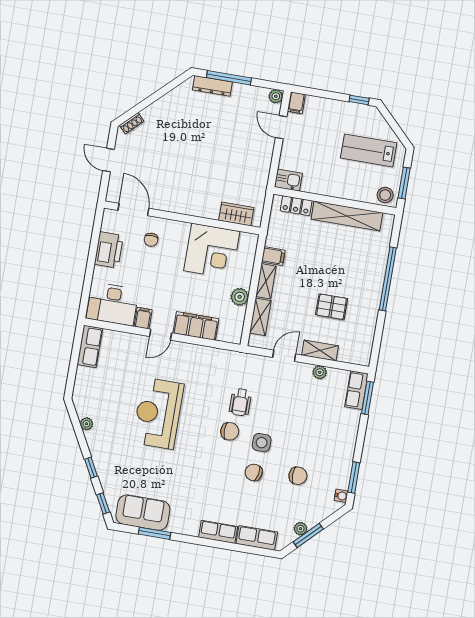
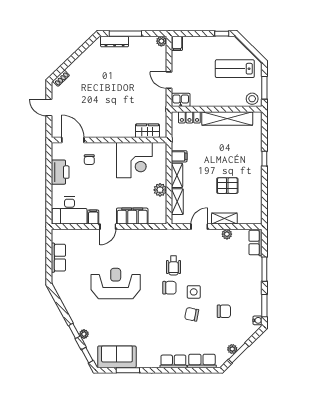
door: (281, 127) -> (169, 80), moved
window: (388, 279) -> (264, 159), width x0.32
row of seats: (90, 346) -> (58, 258), moved
window: (367, 398) -> (264, 269), moved
reception desk: (158, 413) -> (116, 284), turned 90
plant: (86, 424) -> (84, 334), moved

